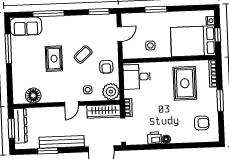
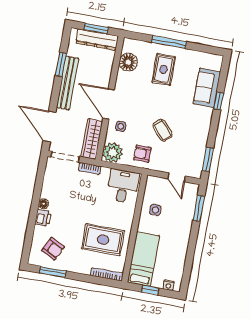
window: (156, 9) -> (199, 208), moved
window: (48, 14) -> (219, 101), width x0.46
sofa: (26, 26) -> (207, 88), moved
bed: (193, 41) -> (143, 259), width x0.67
window: (8, 49) -> (169, 42), moved
rug: (54, 59) -> (164, 69), moved, turned 90
window: (220, 101) -> (53, 272), moved
door: (71, 104) -> (109, 104), width x1.88
armchair: (202, 123) -> (53, 249), turned -63
printer: (154, 138) -> (43, 218), moved

